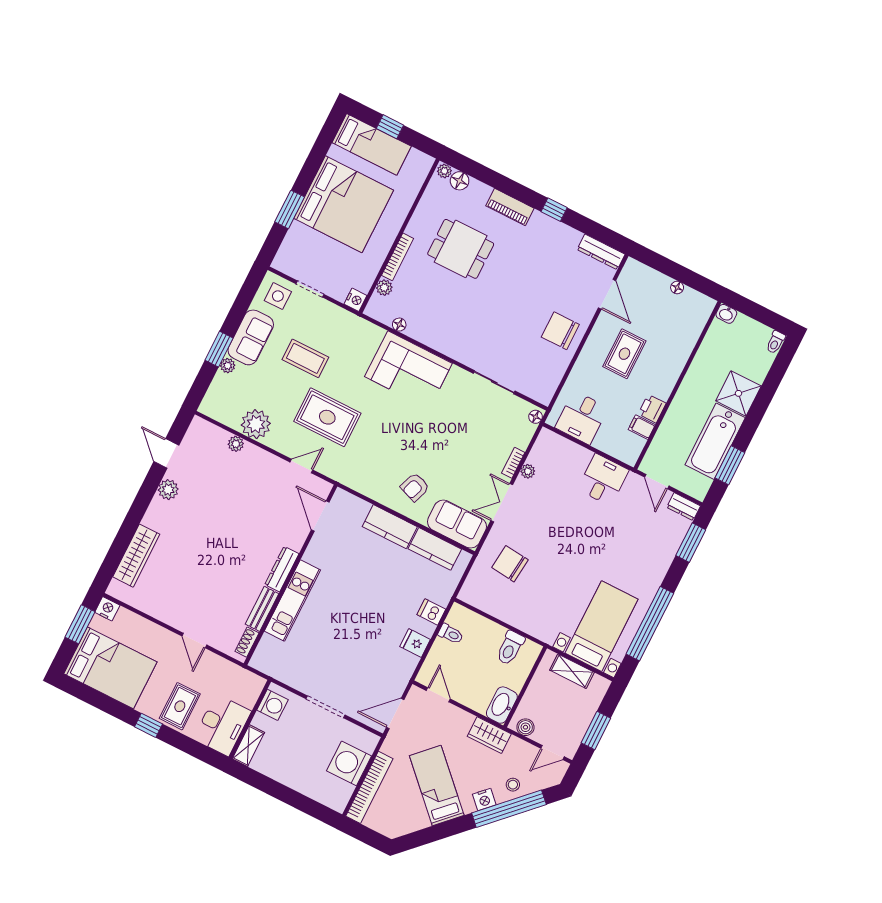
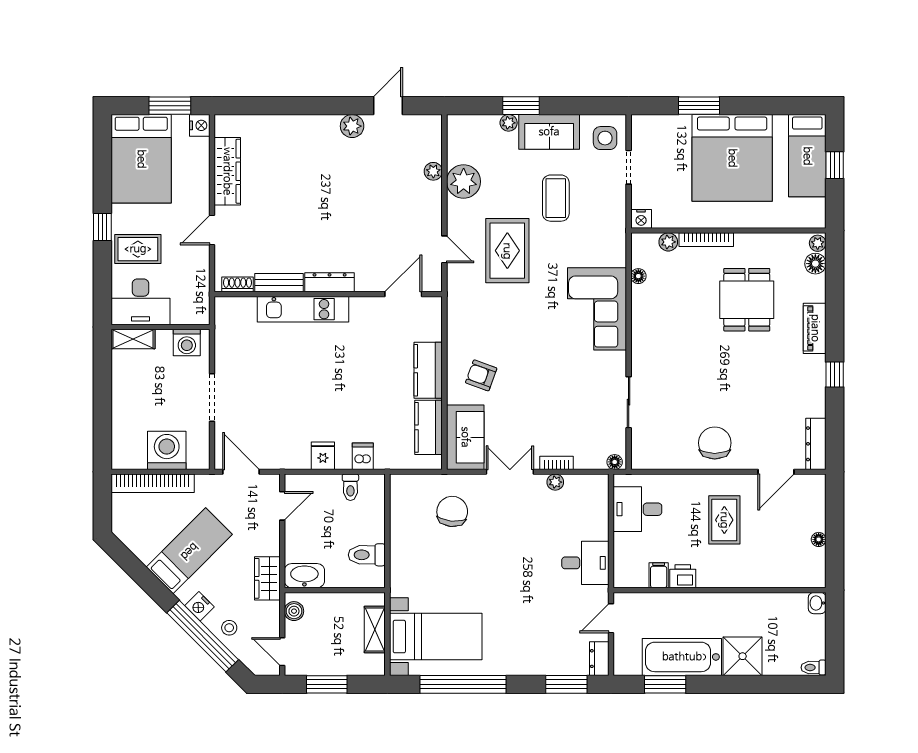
rug: (624, 354) -> (724, 520), turned 90
wardrobe: (136, 556) -> (227, 171), moved, turned -90

